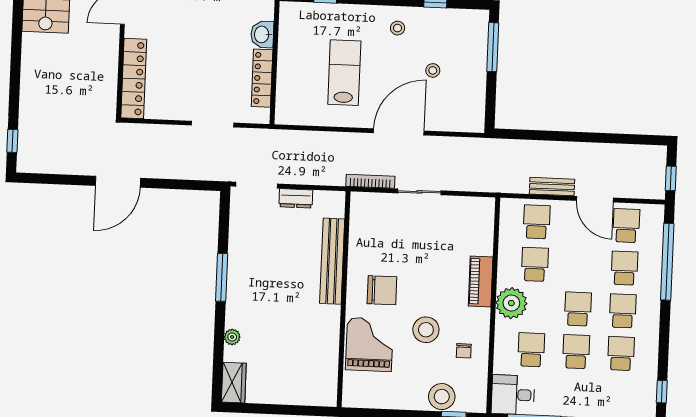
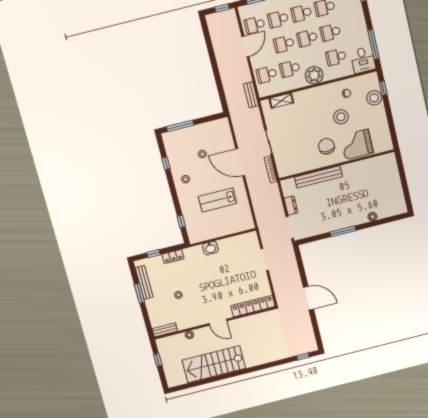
locker: (262, 78) -> (233, 241), removed
bench: (552, 187) -> (251, 95), moved
shelving: (485, 234) -> (281, 101), added
school desk: (580, 266) -> (284, 44), added
piano: (481, 281) -> (307, 95), removed
wardrobe: (234, 383) -> (396, 209), removed

